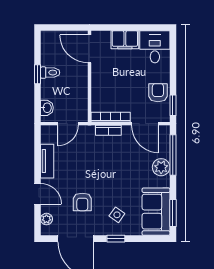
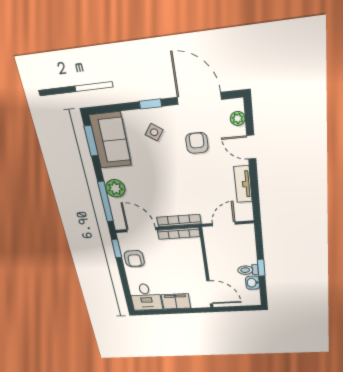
washbasin: (47, 108) -> (253, 283), moved
bookcase: (108, 130) -> (179, 221), width x1.56

